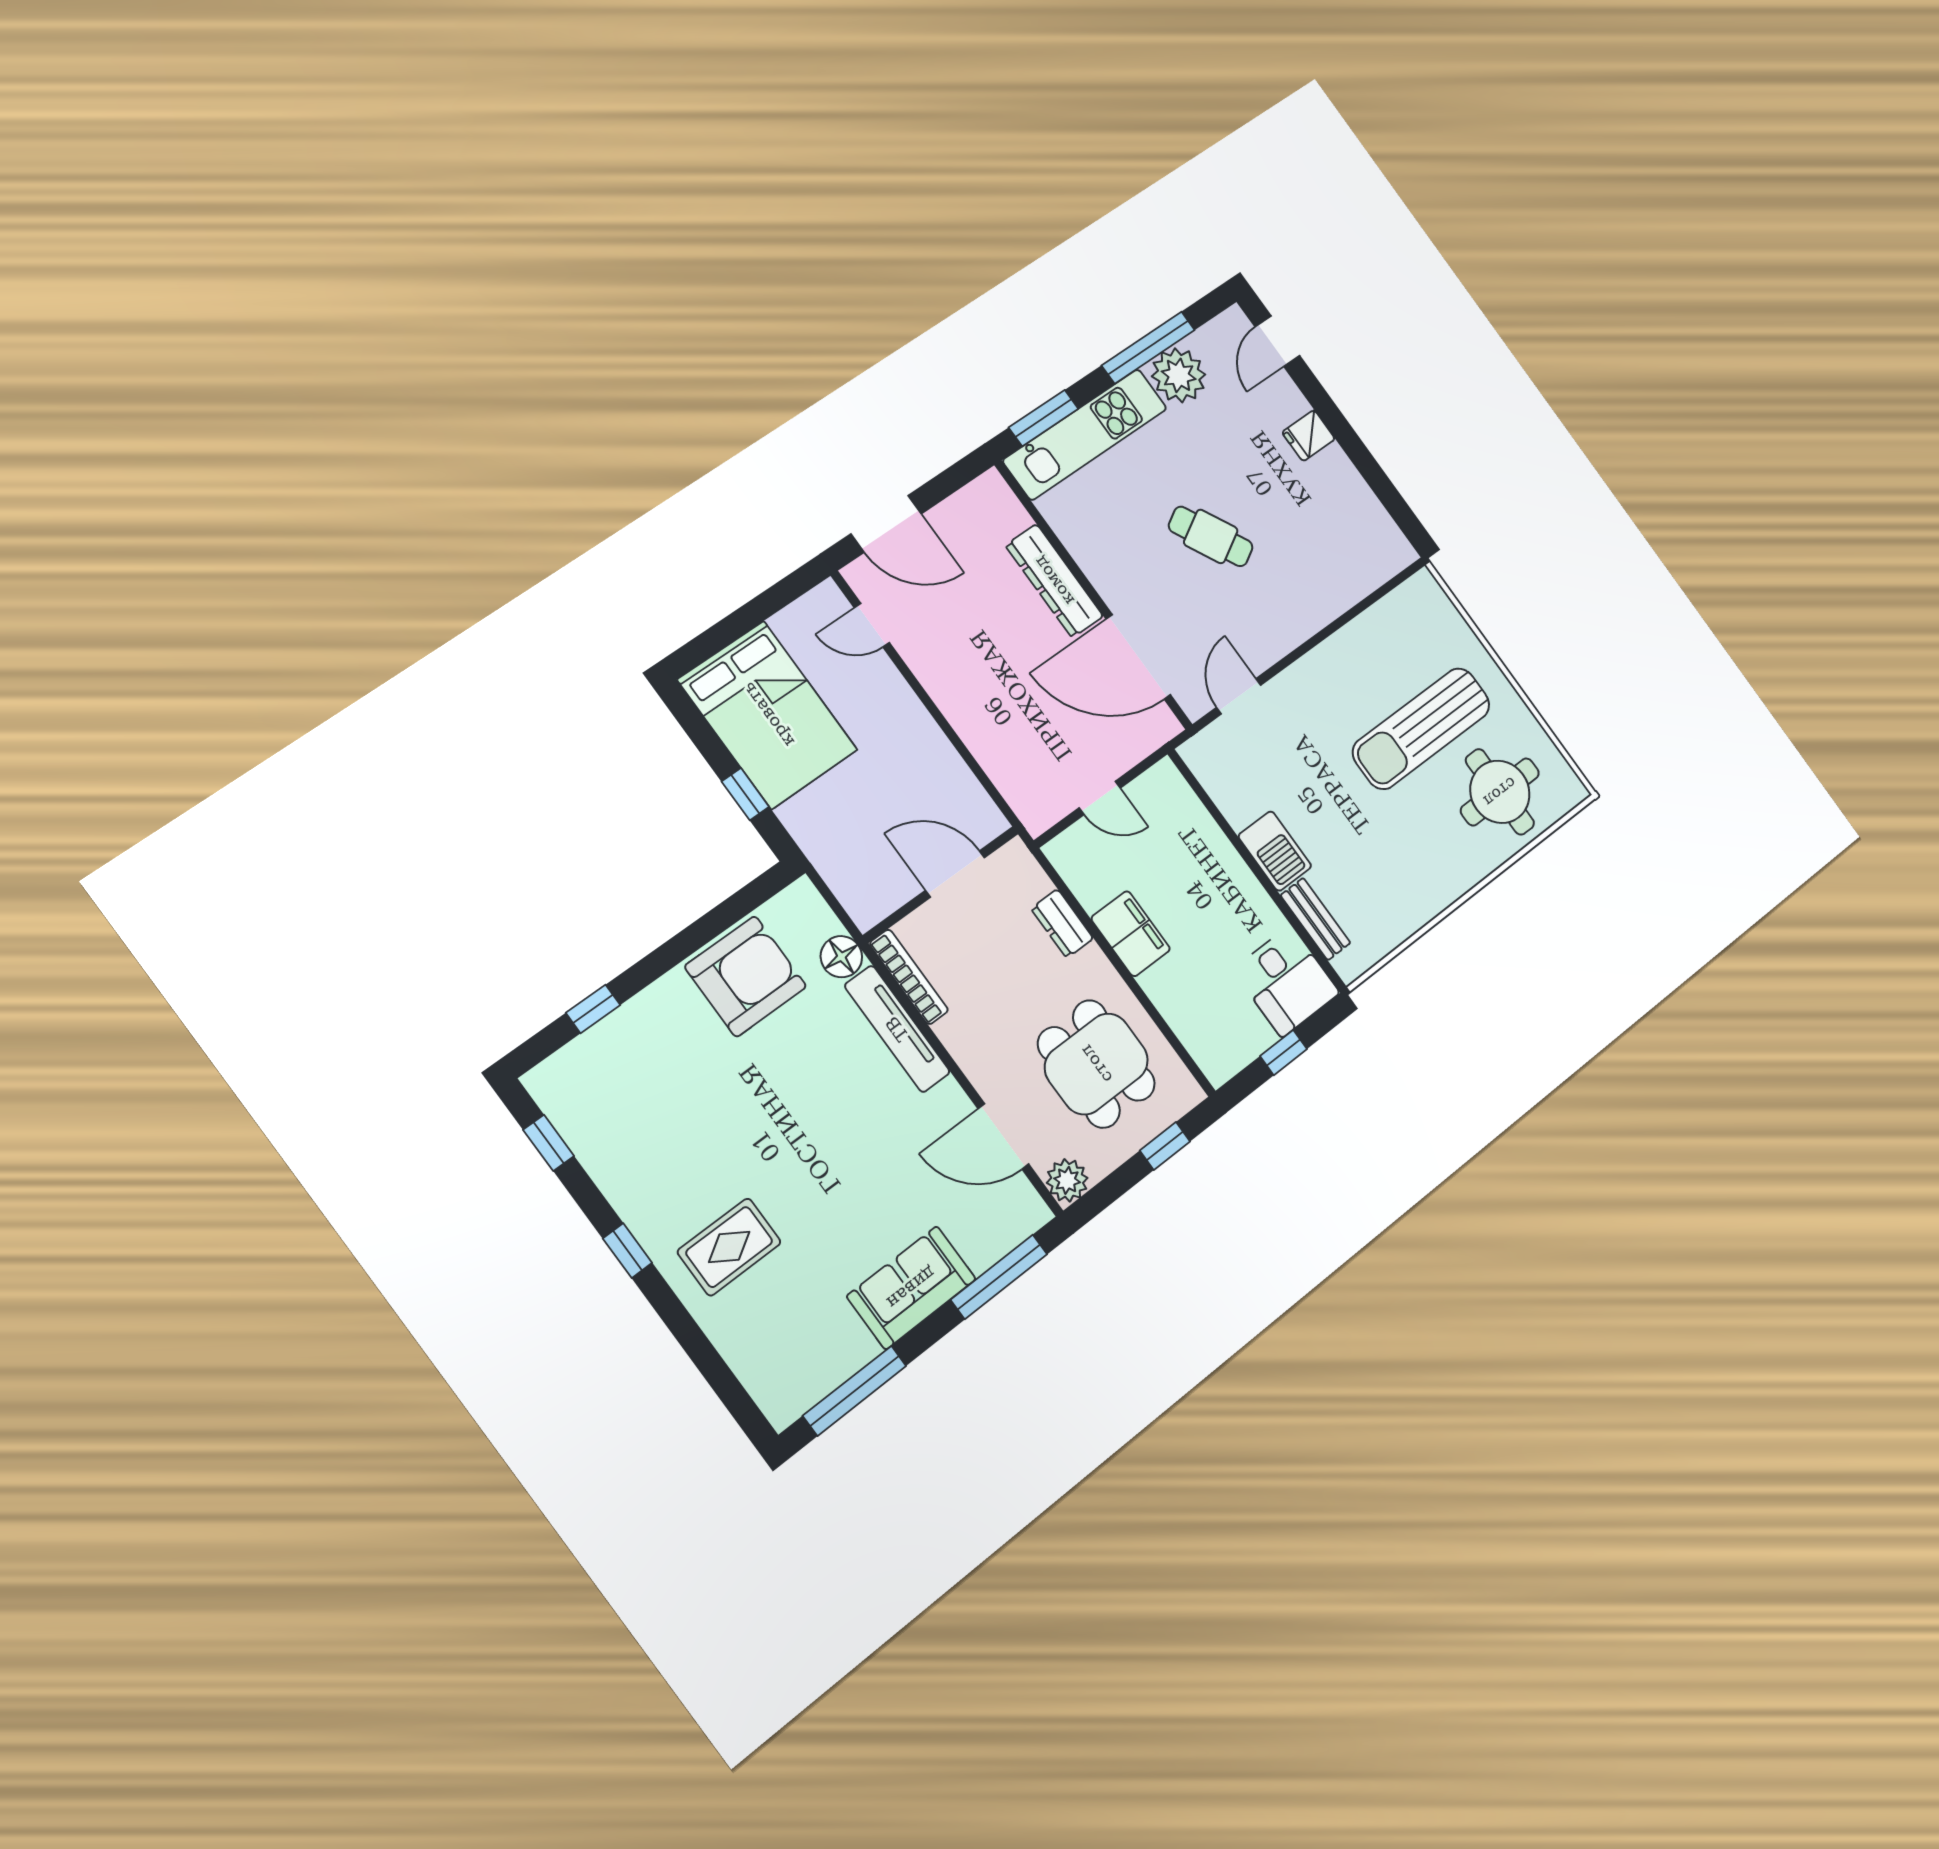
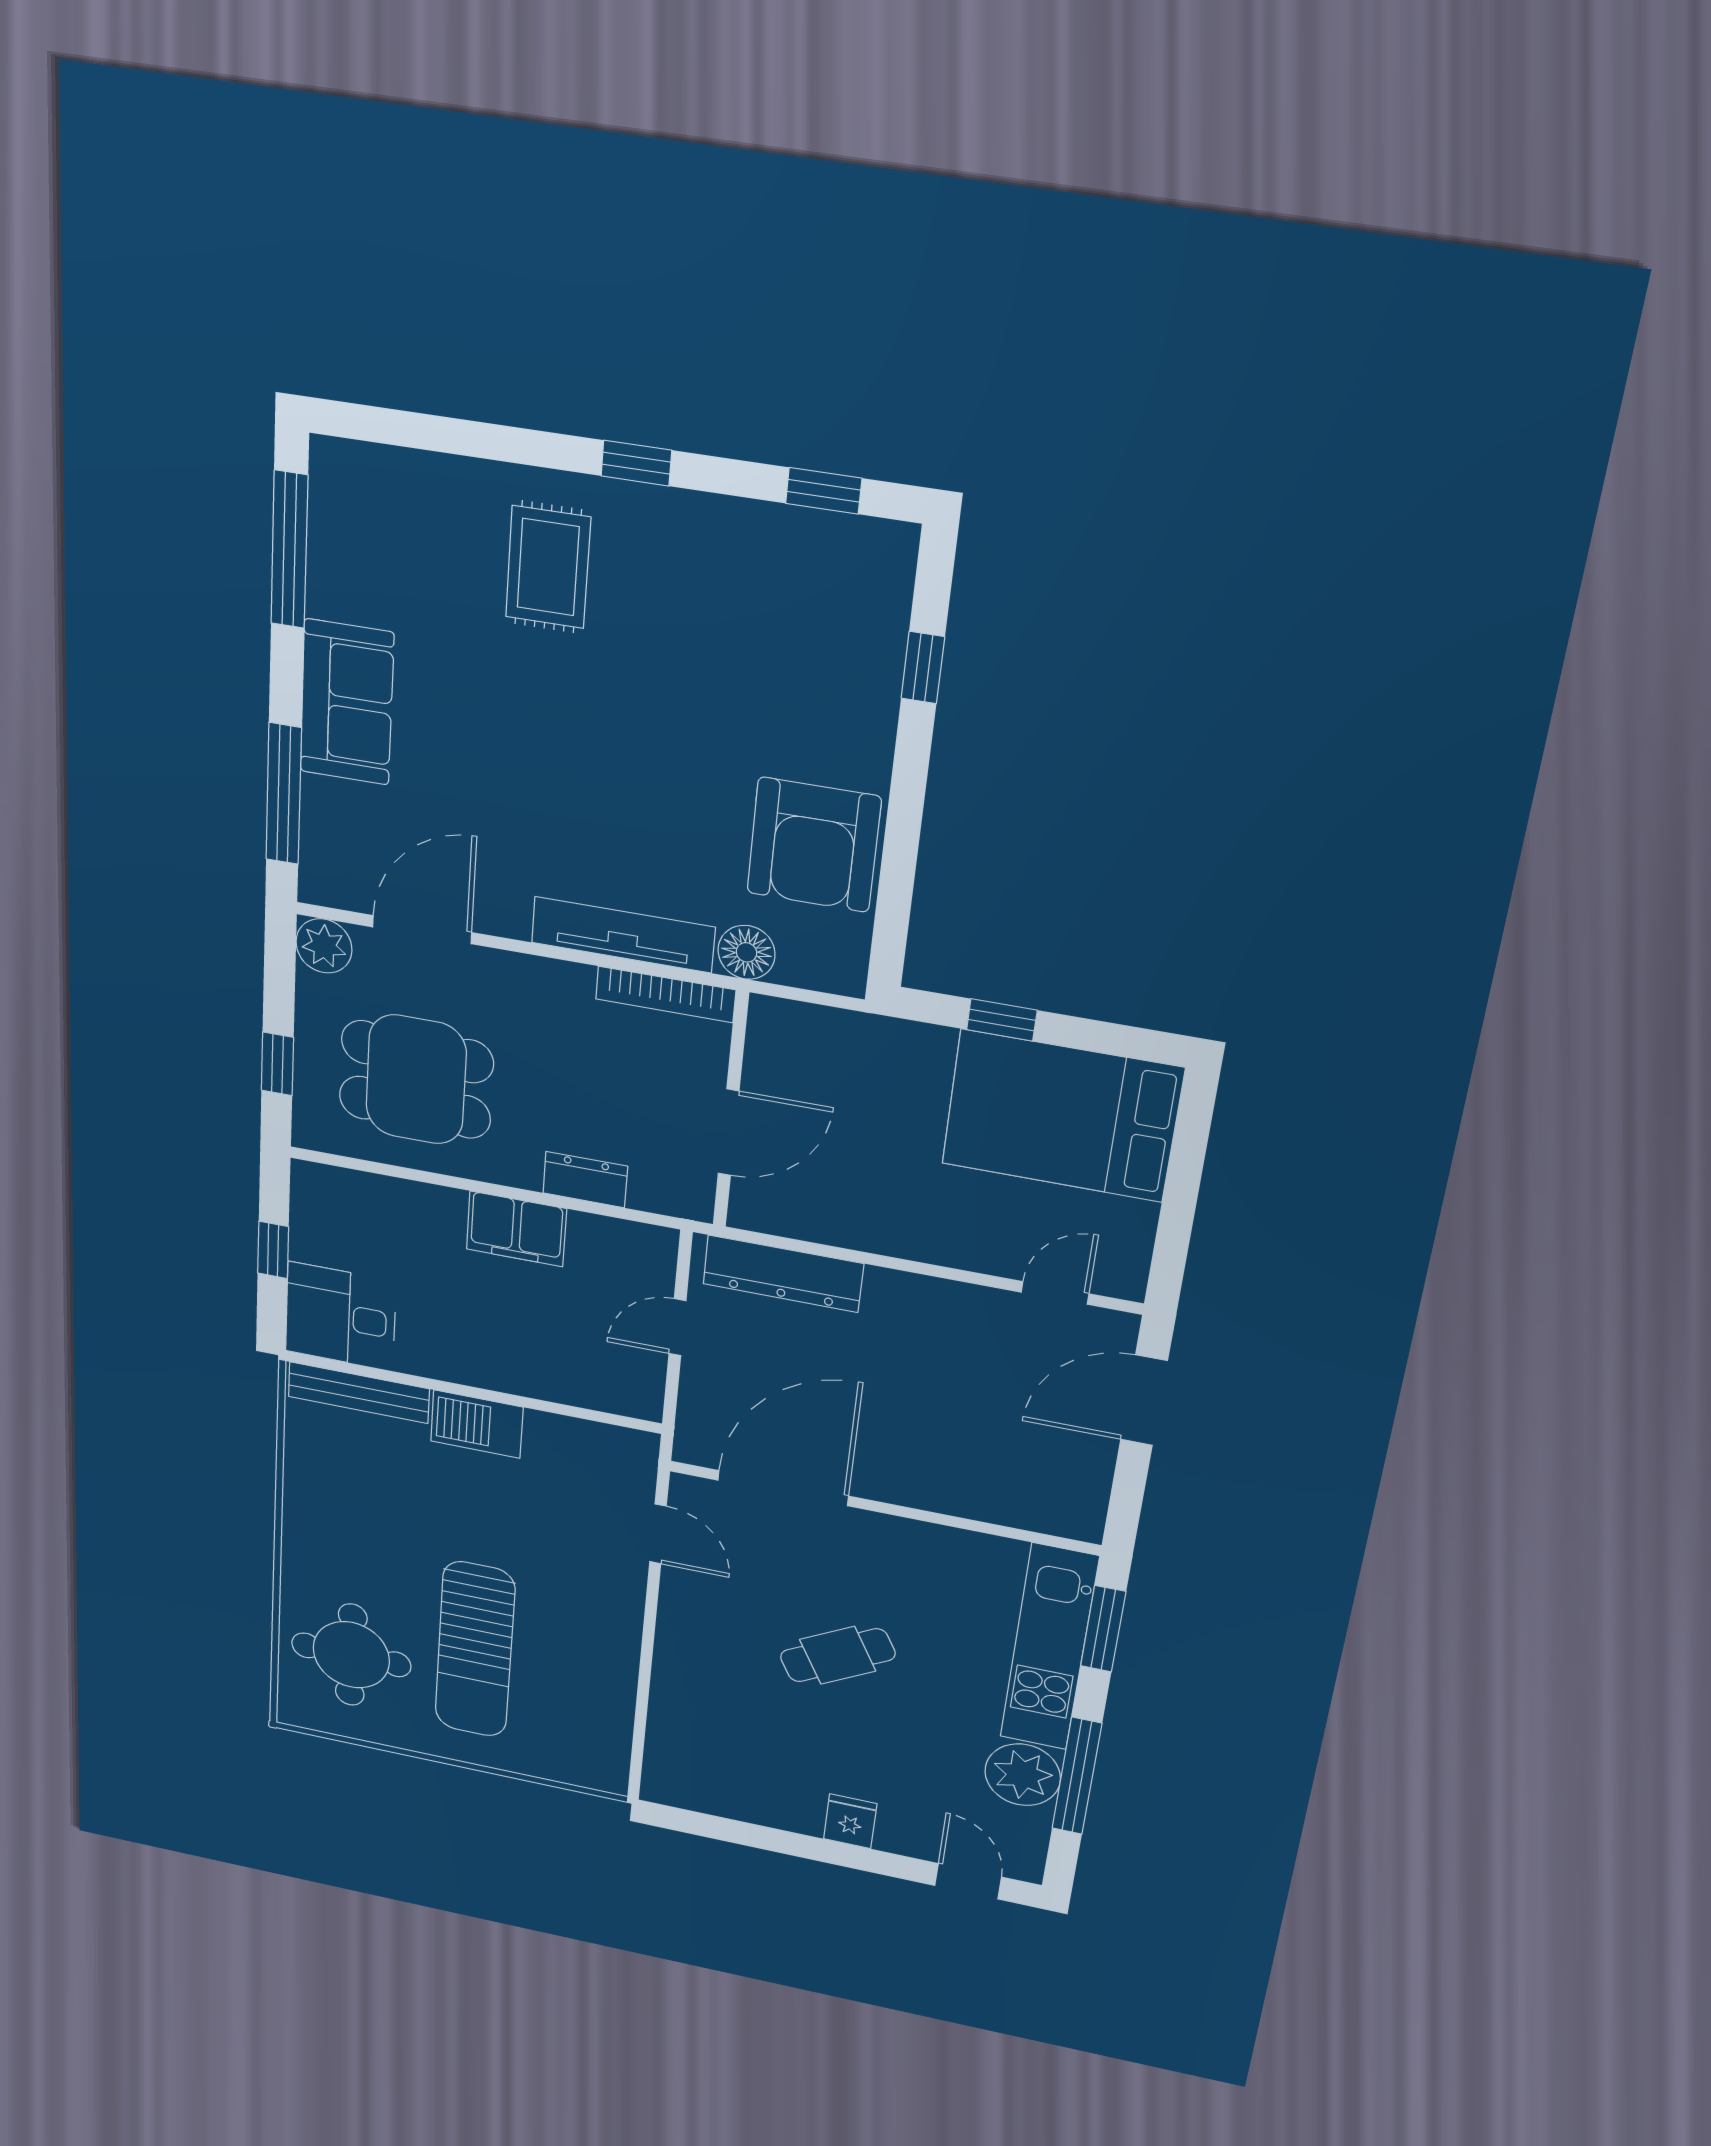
dresser: (1054, 581) -> (783, 1274), moved, turned 180
sun lounger: (1421, 728) -> (475, 1650), turned 180
bench: (1315, 919) -> (359, 1393), width x1.36

